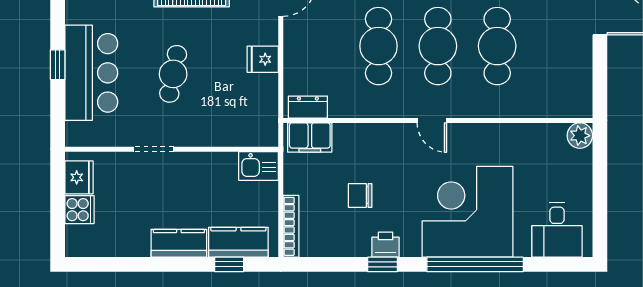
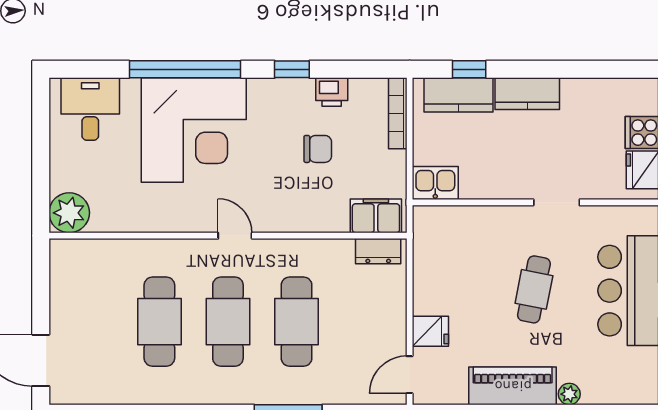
fridge: (263, 59) -> (430, 331), moved
plant: (580, 136) -> (69, 213), width x1.36, depth x1.36
printer: (386, 245) -> (332, 92), moved

